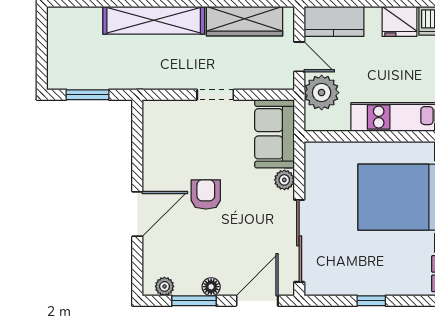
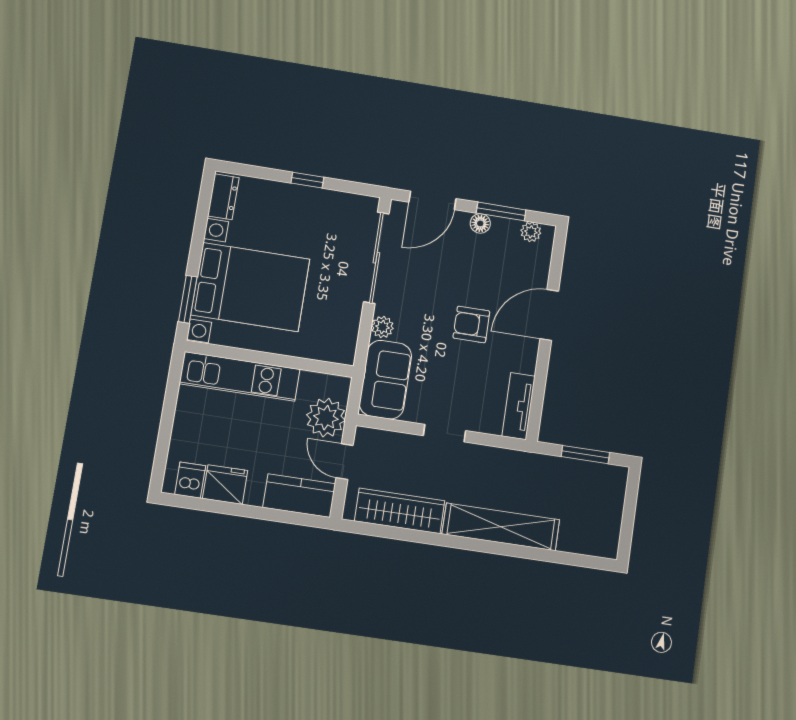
tv unit: (153, 128) -> (519, 406), added
armchair: (206, 195) -> (471, 324), turned 90

